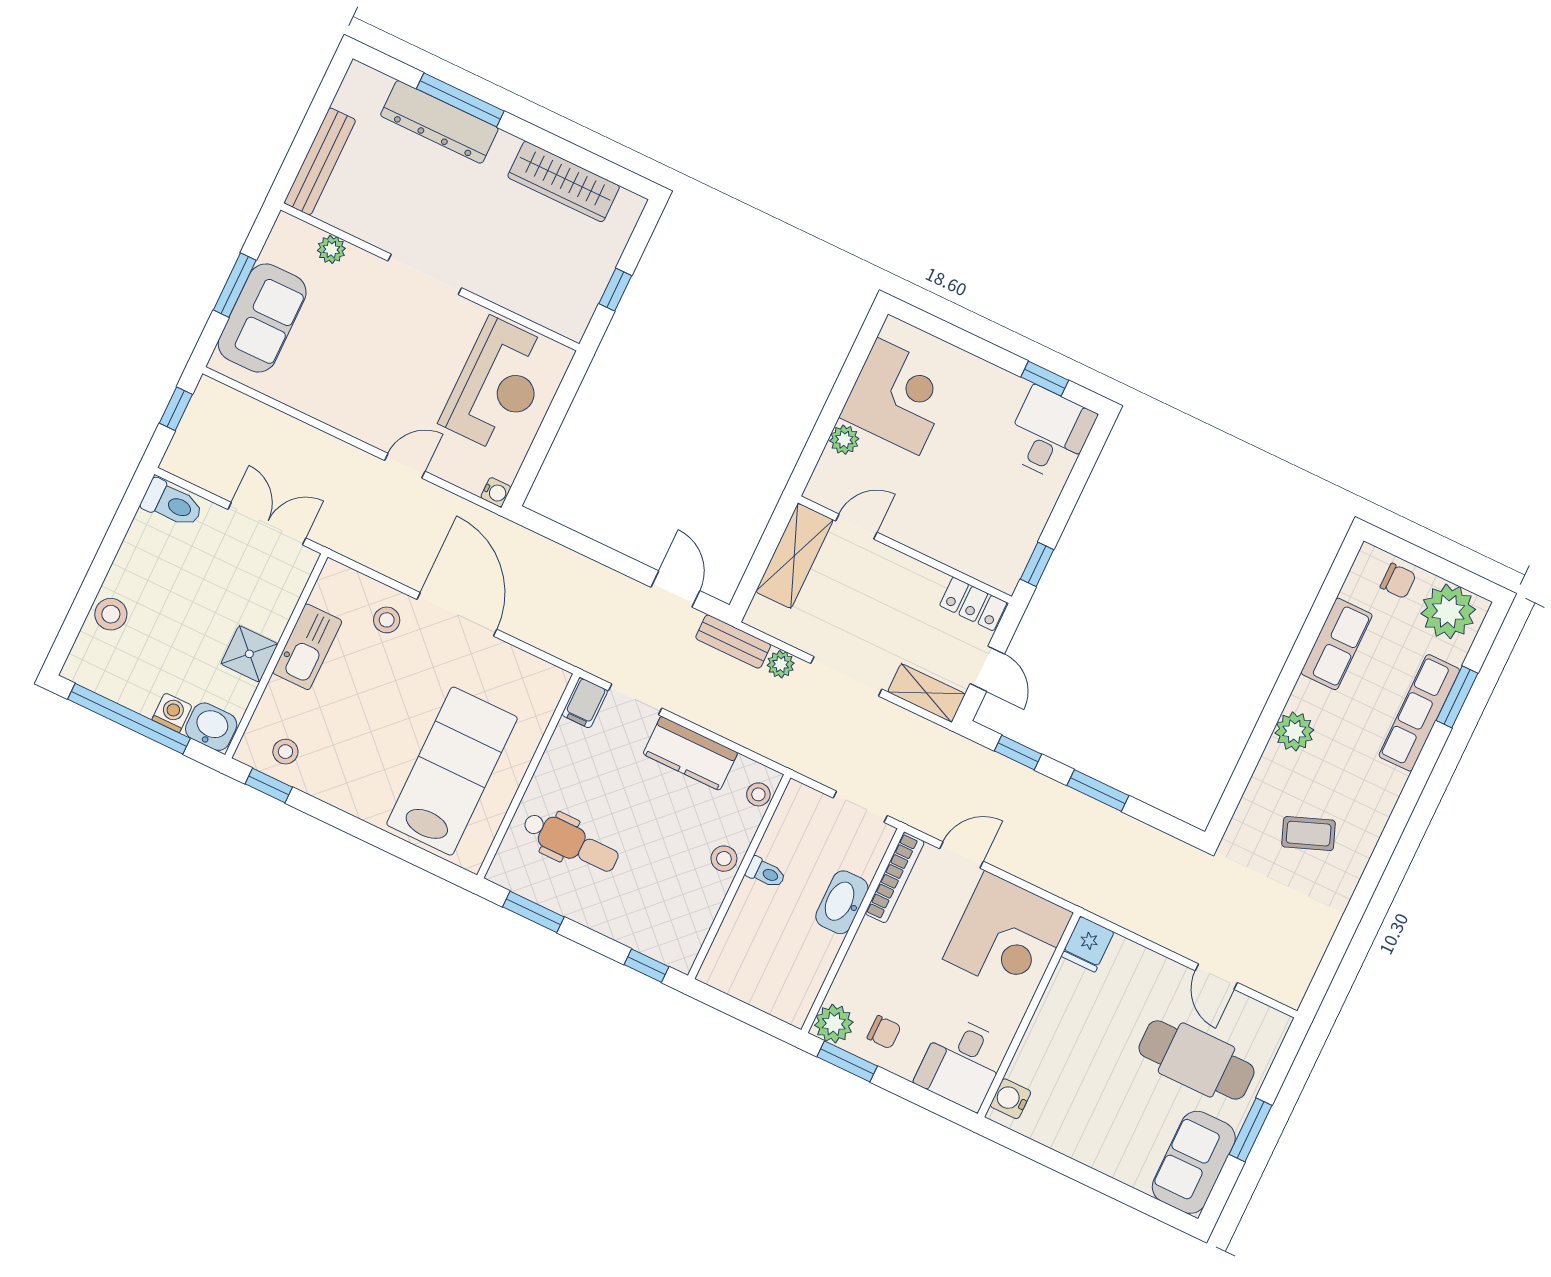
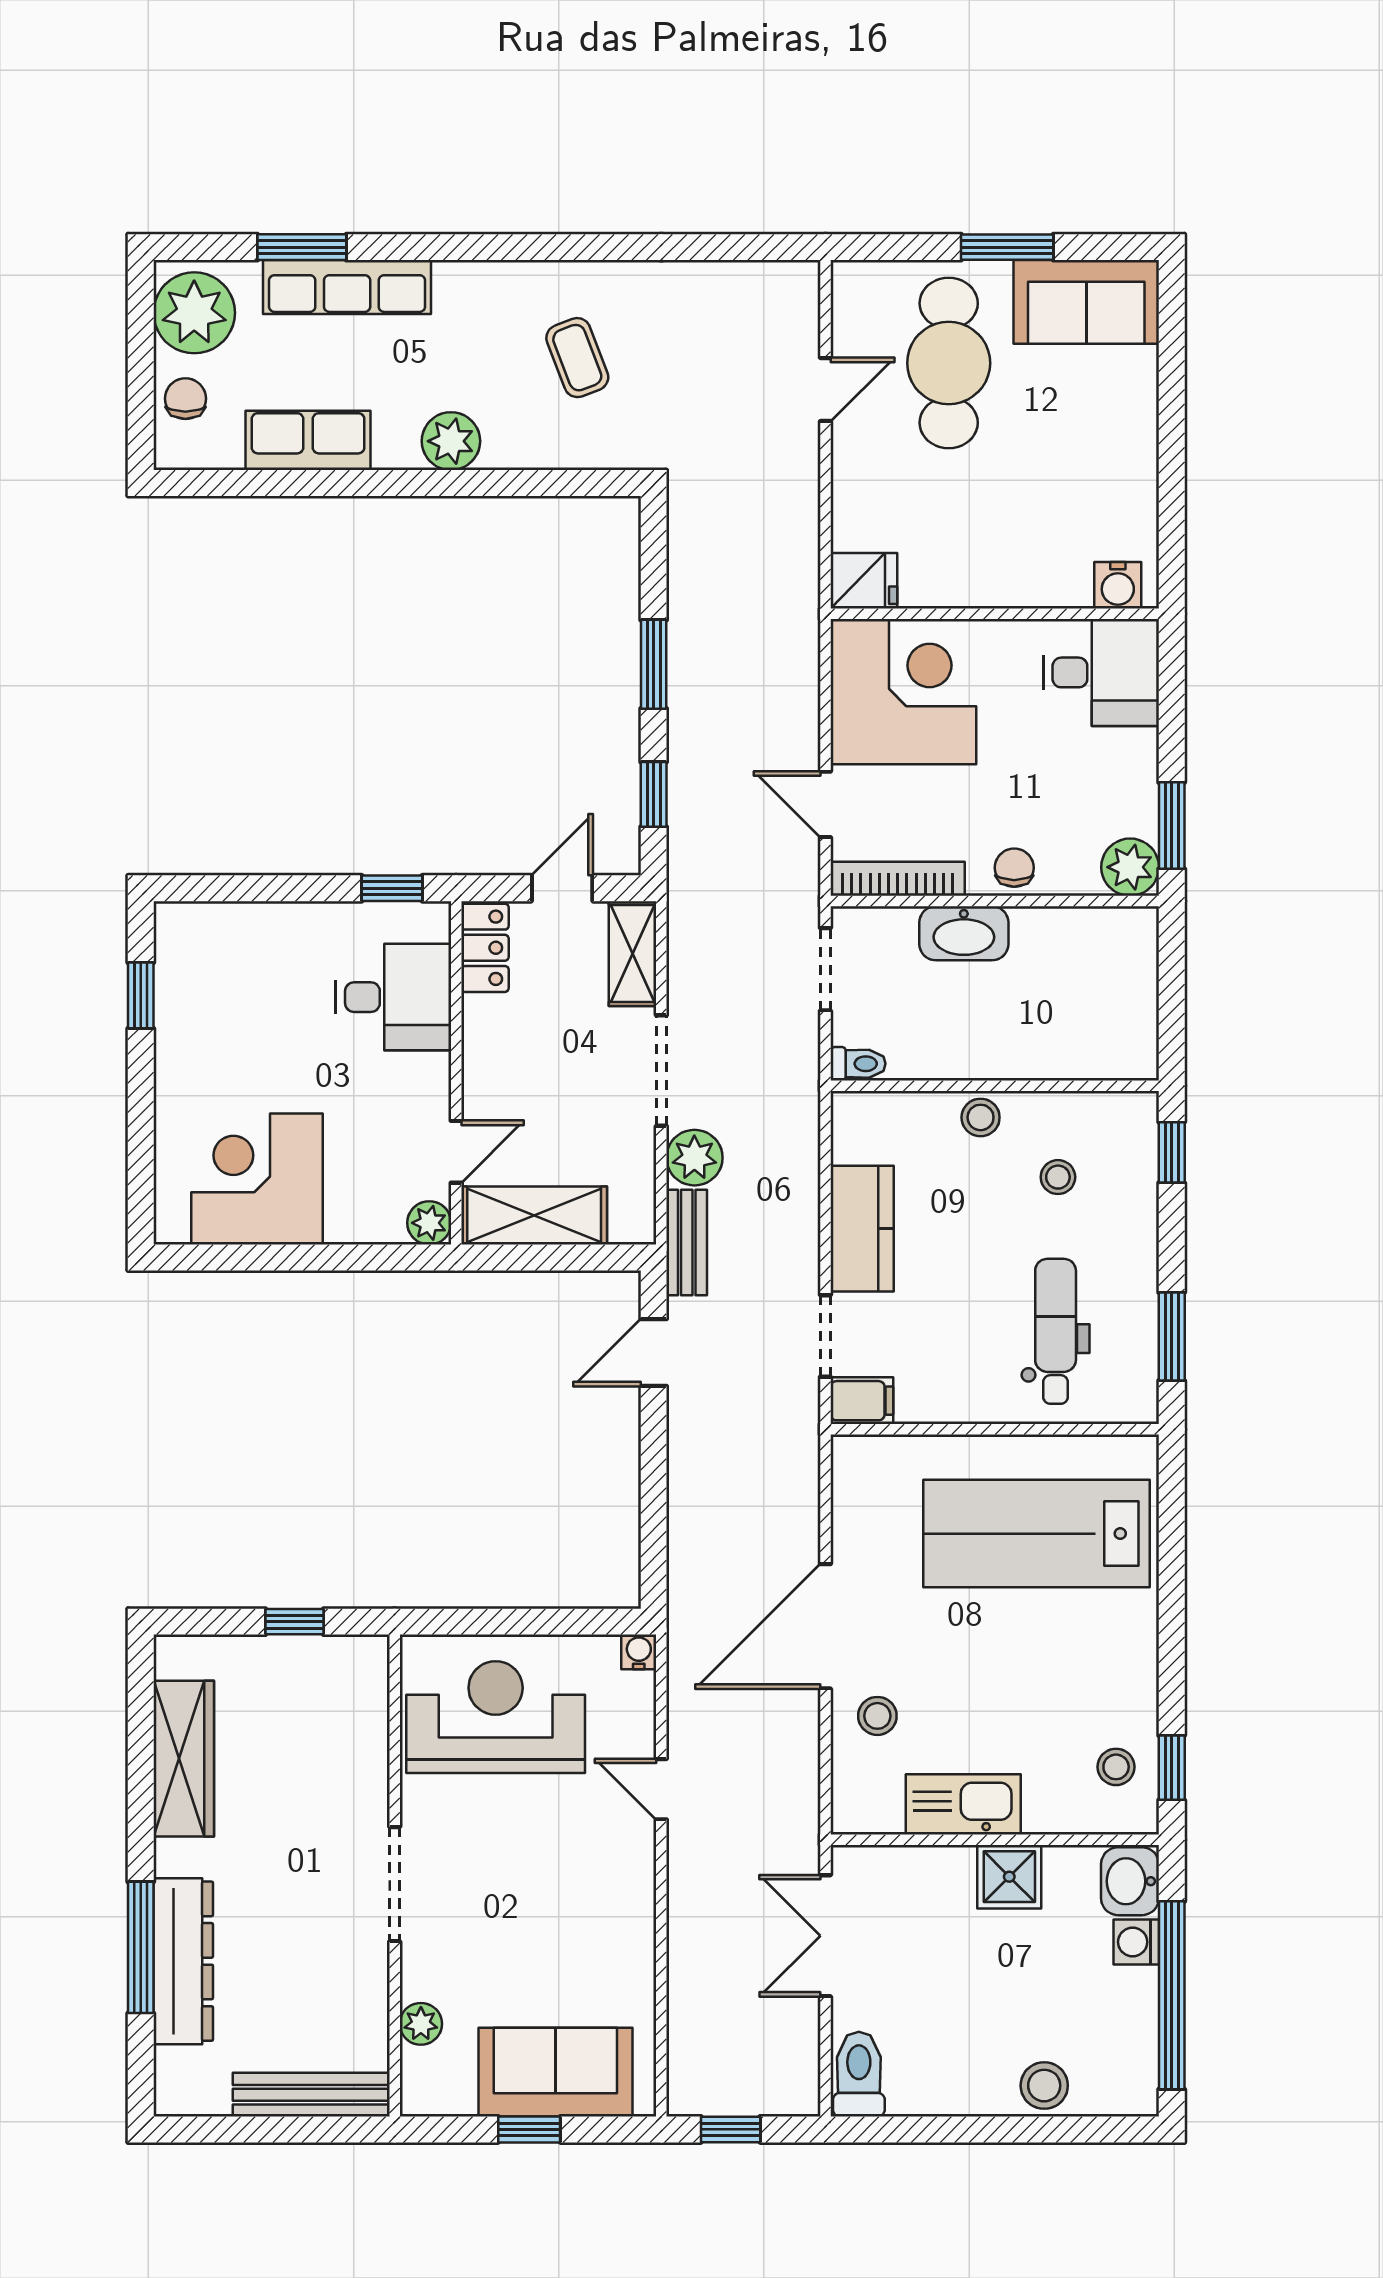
window: (235, 285) -> (529, 2129), width x0.67
desk: (1049, 434) -> (394, 997), moved, turned 180
plant: (844, 440) -> (429, 1223), moved
door: (856, 527) -> (456, 1152), swing flipped
plant: (781, 664) -> (694, 1158), width x1.38, depth x1.38
stool: (758, 794) -> (1058, 1177), moved
toilet: (766, 873) -> (858, 1064), moved, turned 90
chair: (884, 1032) -> (1014, 868), moved

